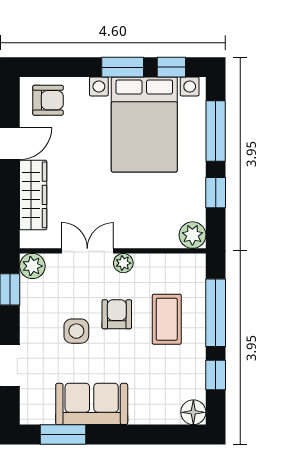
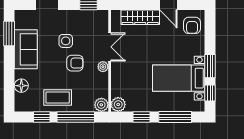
bed with nightstands: (144, 125) -> (179, 78), width x0.73
plant: (32, 266) -> (101, 105), moved
coffee table: (167, 319) -> (58, 98), moved
floor lamp: (193, 412) -> (21, 86), moved

